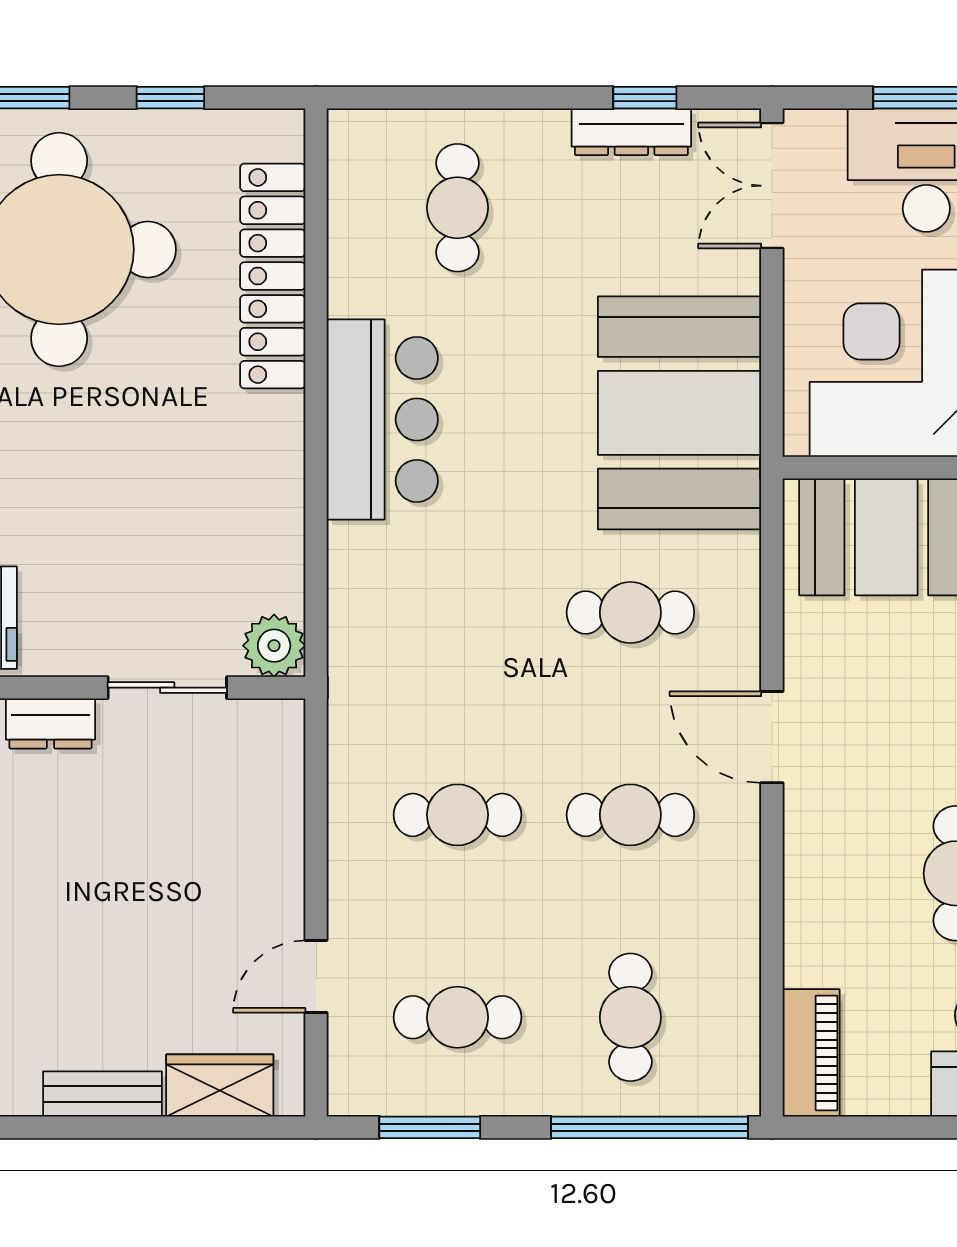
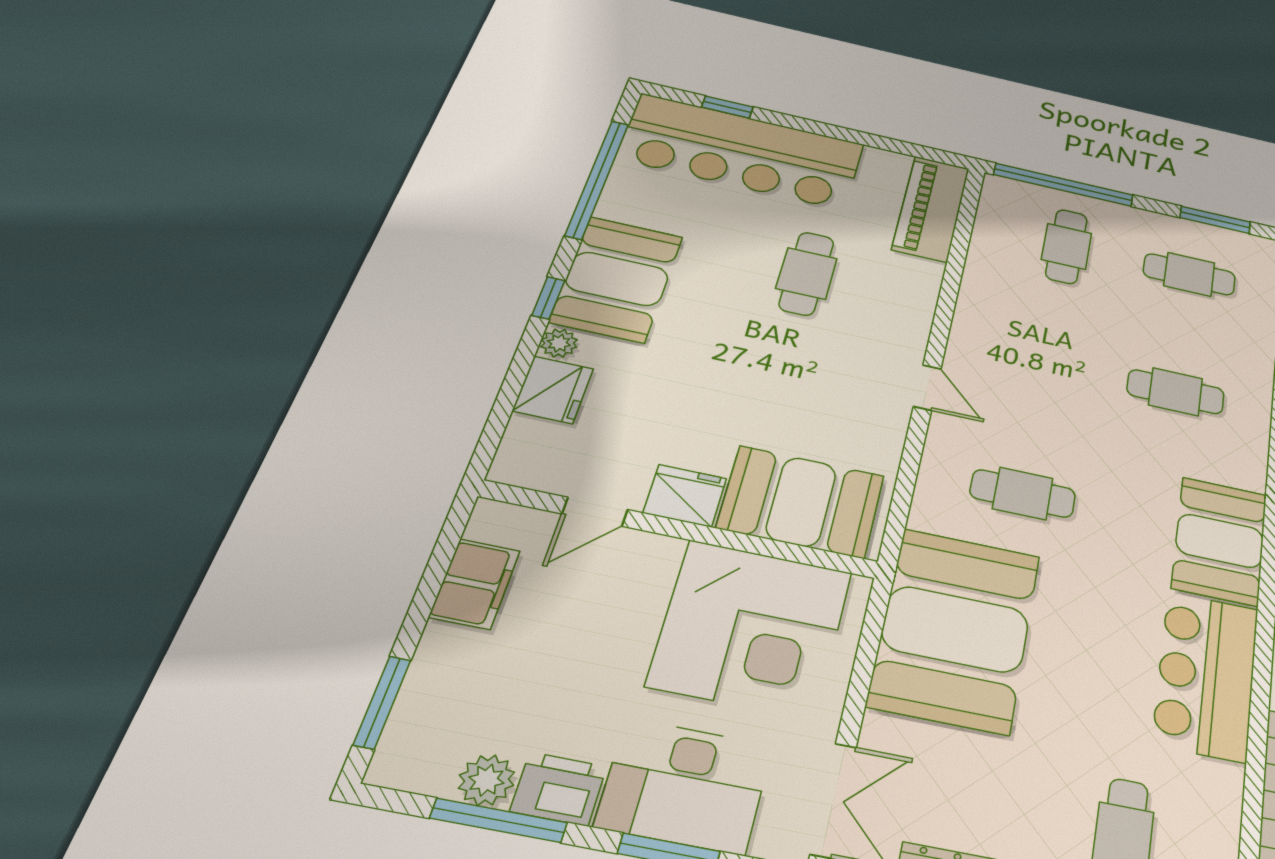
booth: (381, 605) -> (1220, 541), added
door: (772, 737) -> (927, 388), width x0.73
cafe table: (630, 815) -> (1046, 363), removed
piano: (811, 1053) -> (931, 209), width x1.37, depth x1.33

